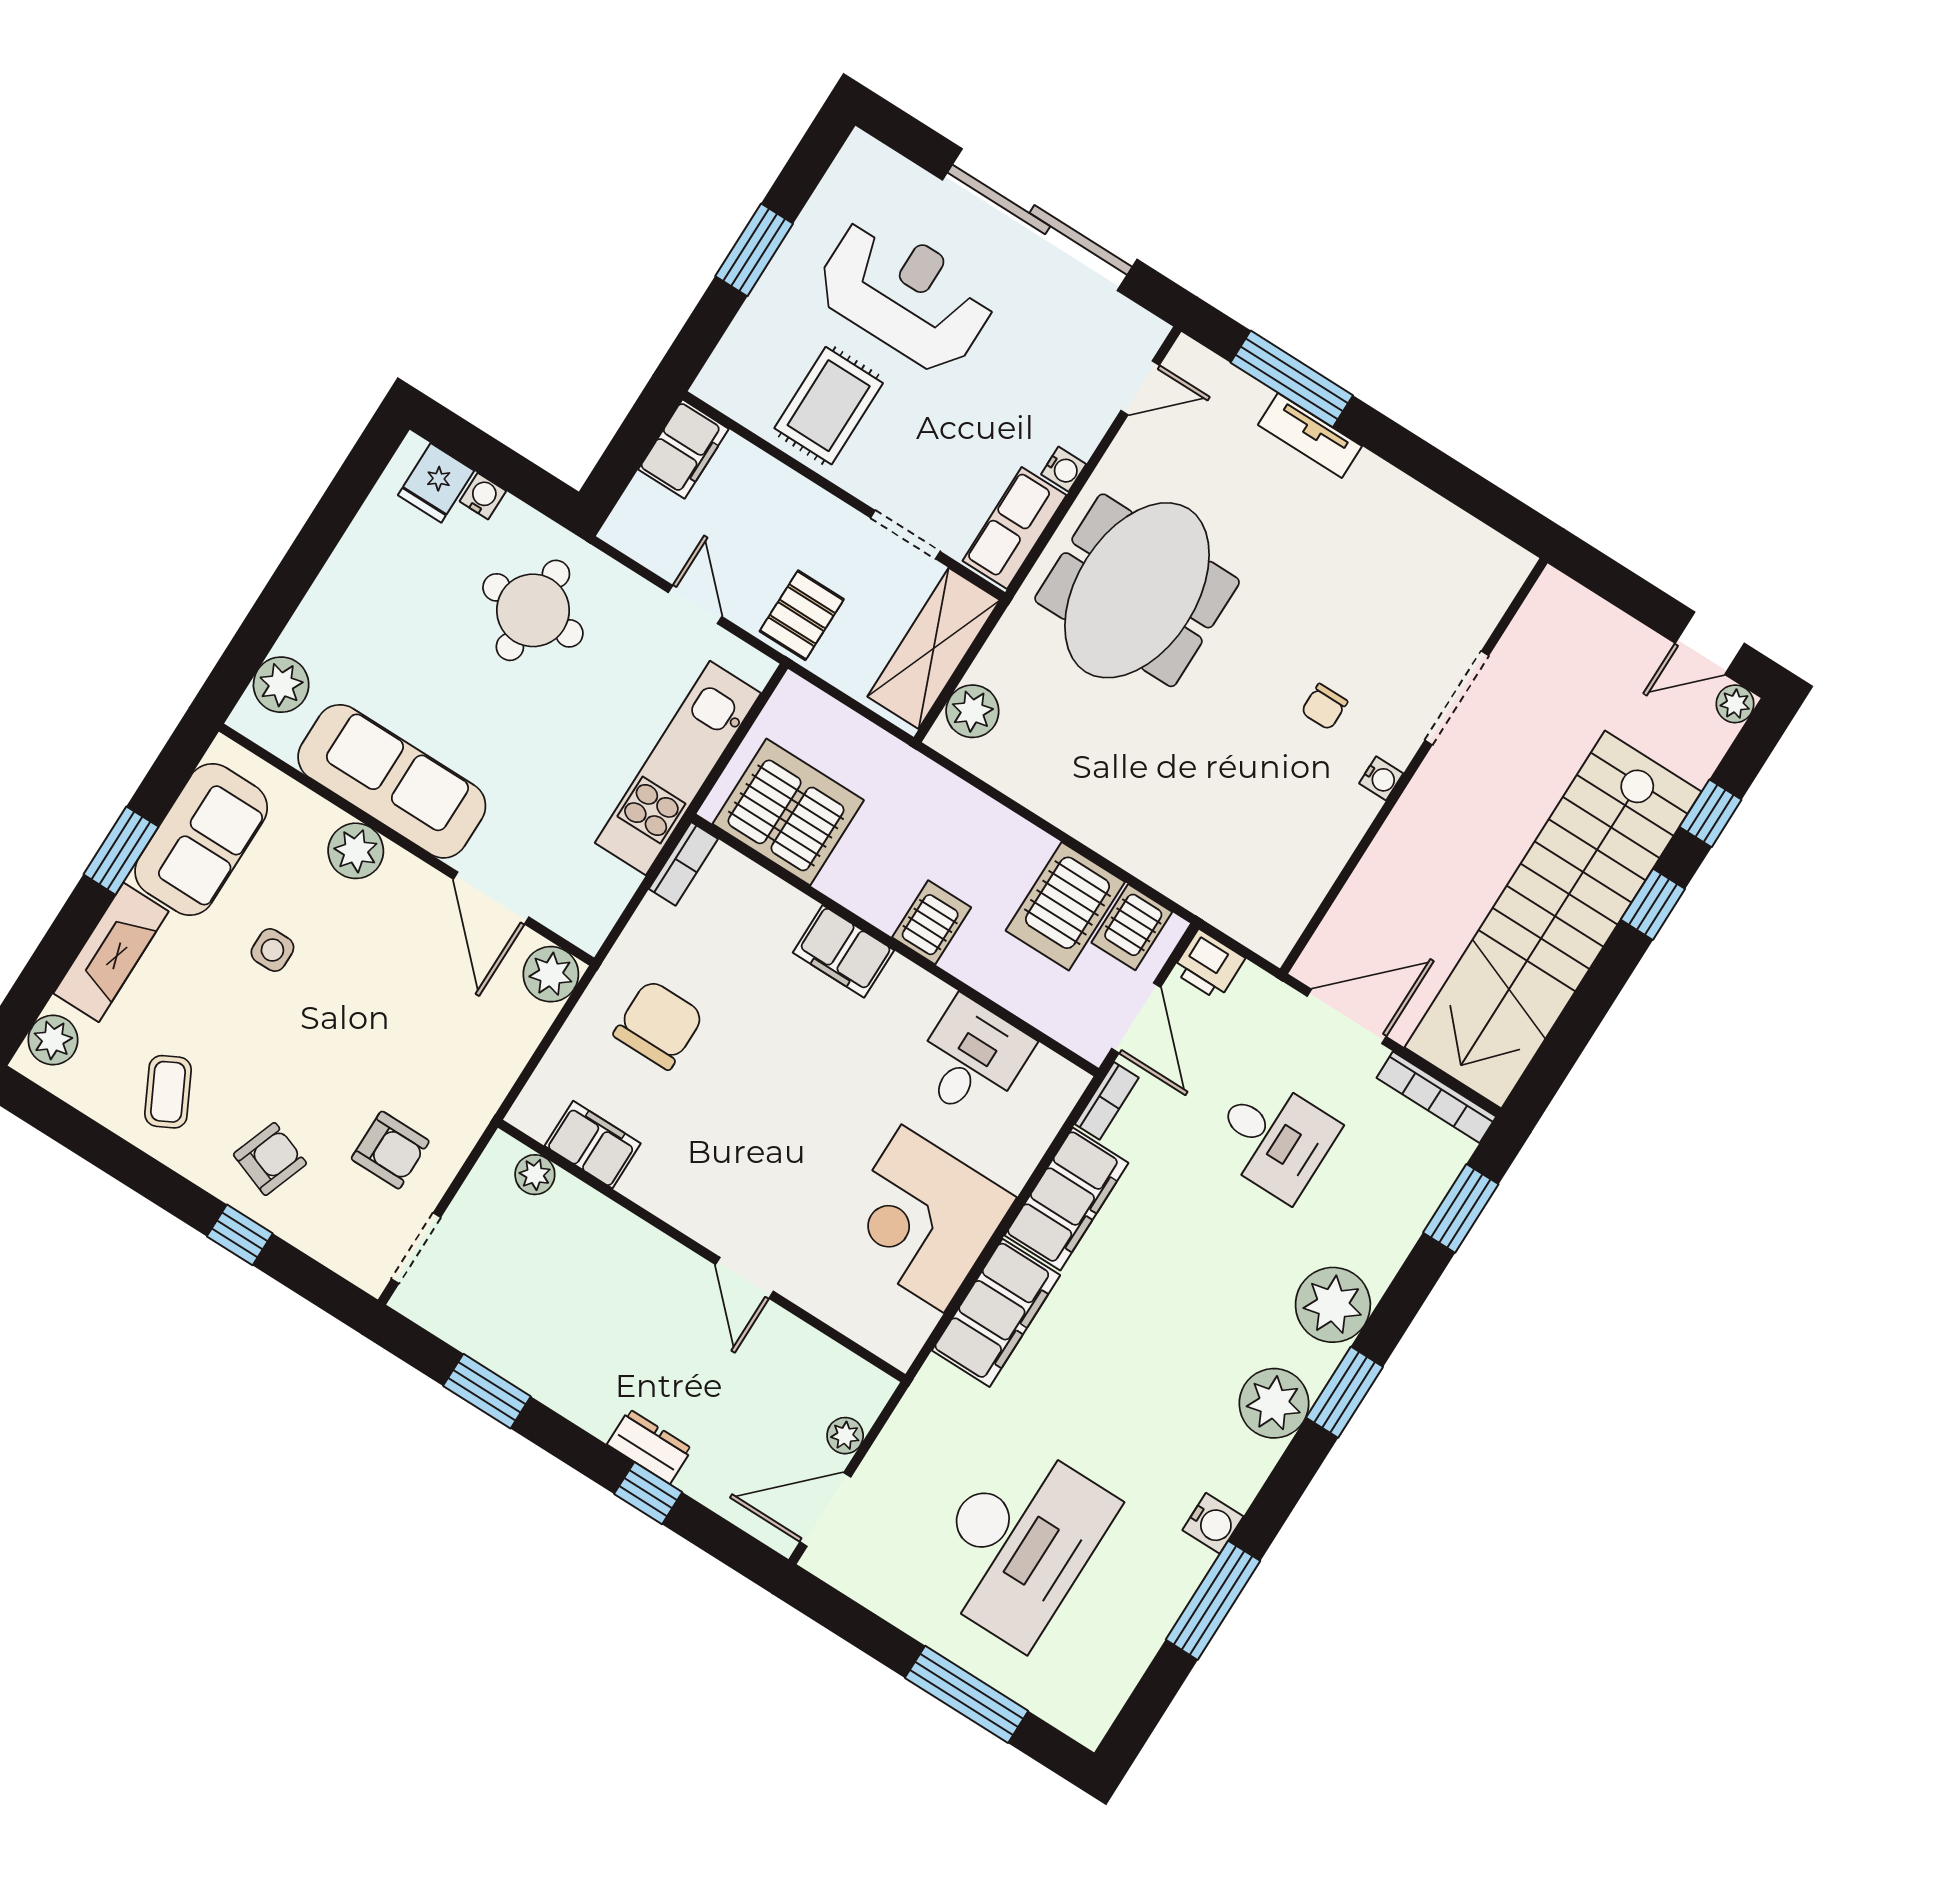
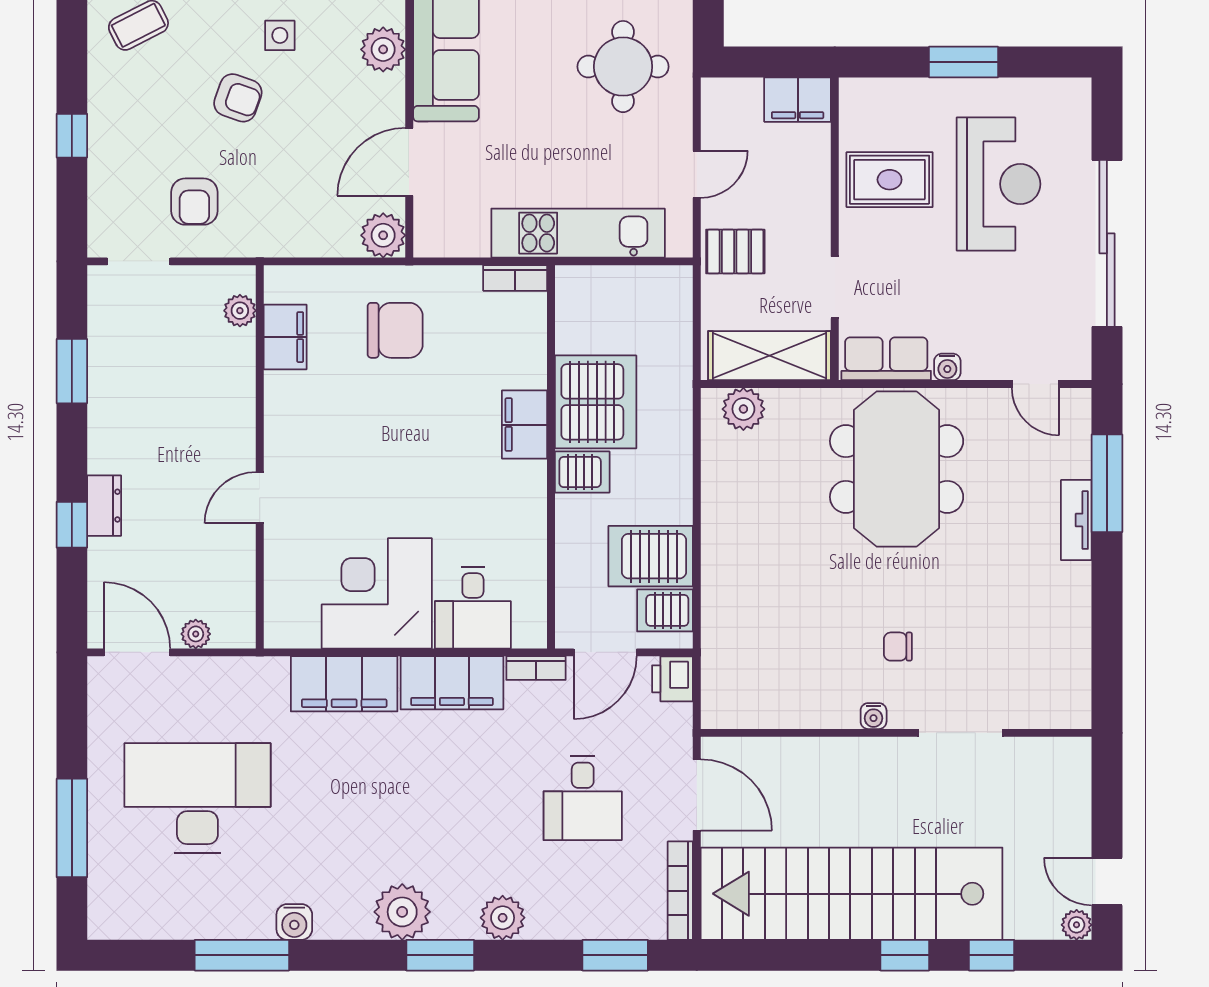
meeting table: (1137, 590) -> (897, 469), turned 90
server rack: (788, 812) -> (596, 402), moved
desk: (972, 1059) -> (473, 608), moved, turned 90
armchair: (270, 1159) -> (238, 98), moved
plant: (1333, 1305) -> (503, 918), width x0.73, depth x0.73
desk: (1018, 1543) -> (197, 798), turned 180

